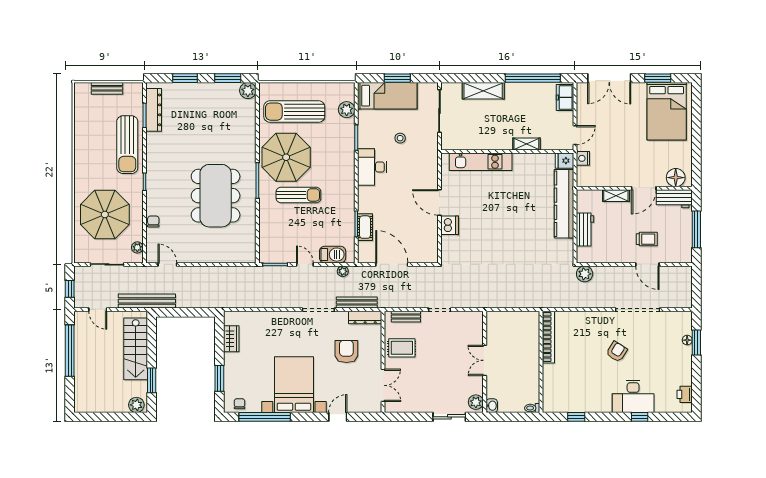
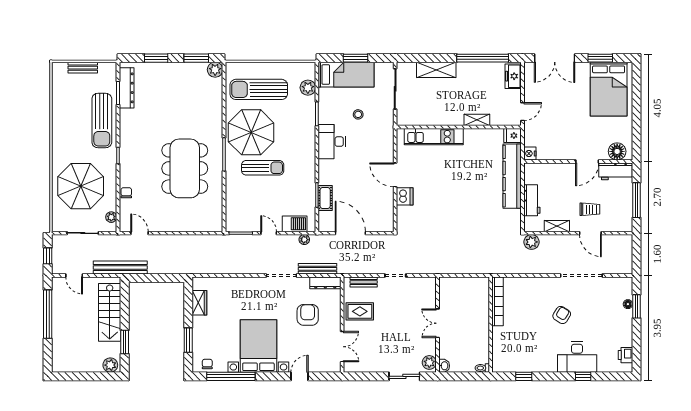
nightstand: (583, 158) -> (530, 153), moved
shelving: (616, 196) -> (557, 226), moved

